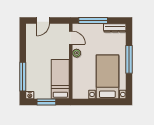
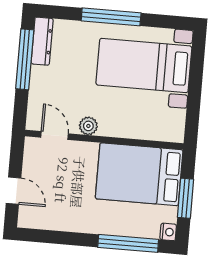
window: (93, 20) -> (25, 59), moved
door: (71, 38) -> (55, 136), hinge flipped
bed: (60, 79) -> (139, 174), width x1.50

